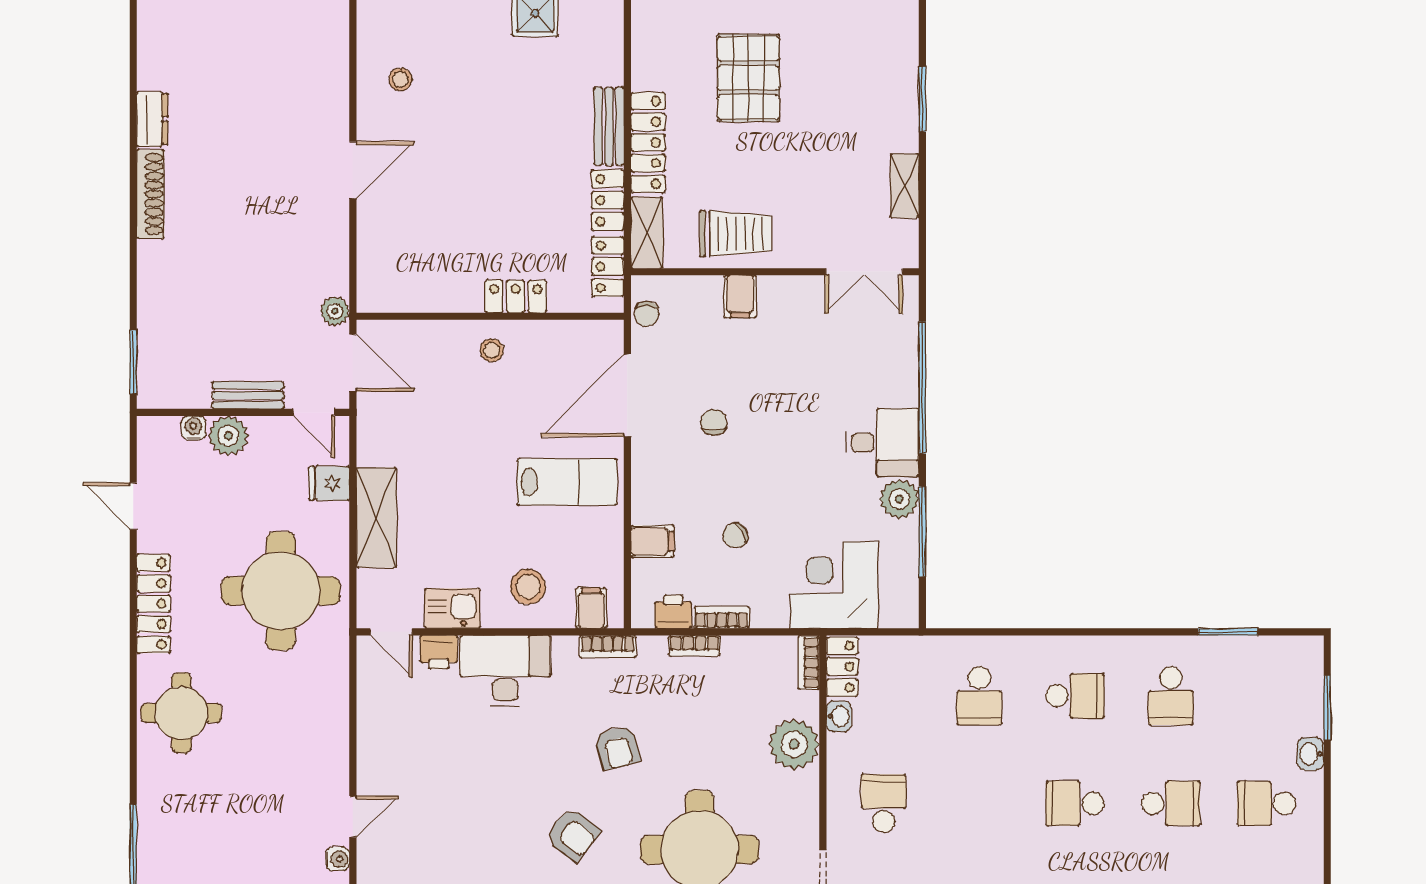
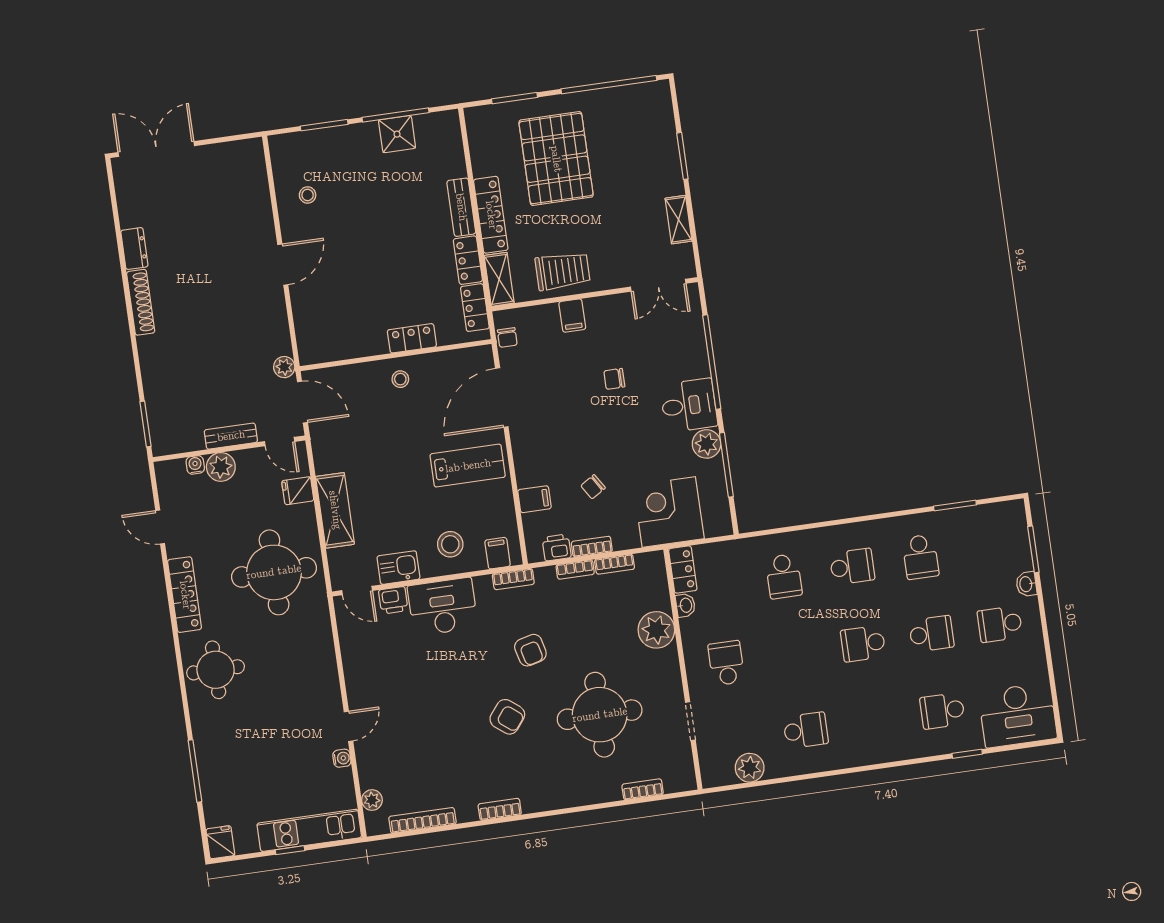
pallet: (748, 78) -> (556, 159), width x1.37, depth x1.41
chair: (714, 422) -> (614, 379), moved, turned -90
bookcase: (809, 663) -> (615, 564), moved, turned -90

